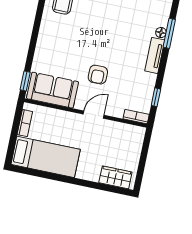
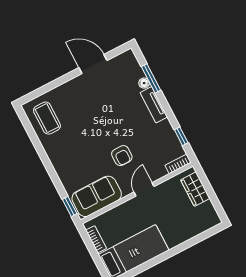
wardrobe: (115, 177) -> (195, 189), moved, turned -90

